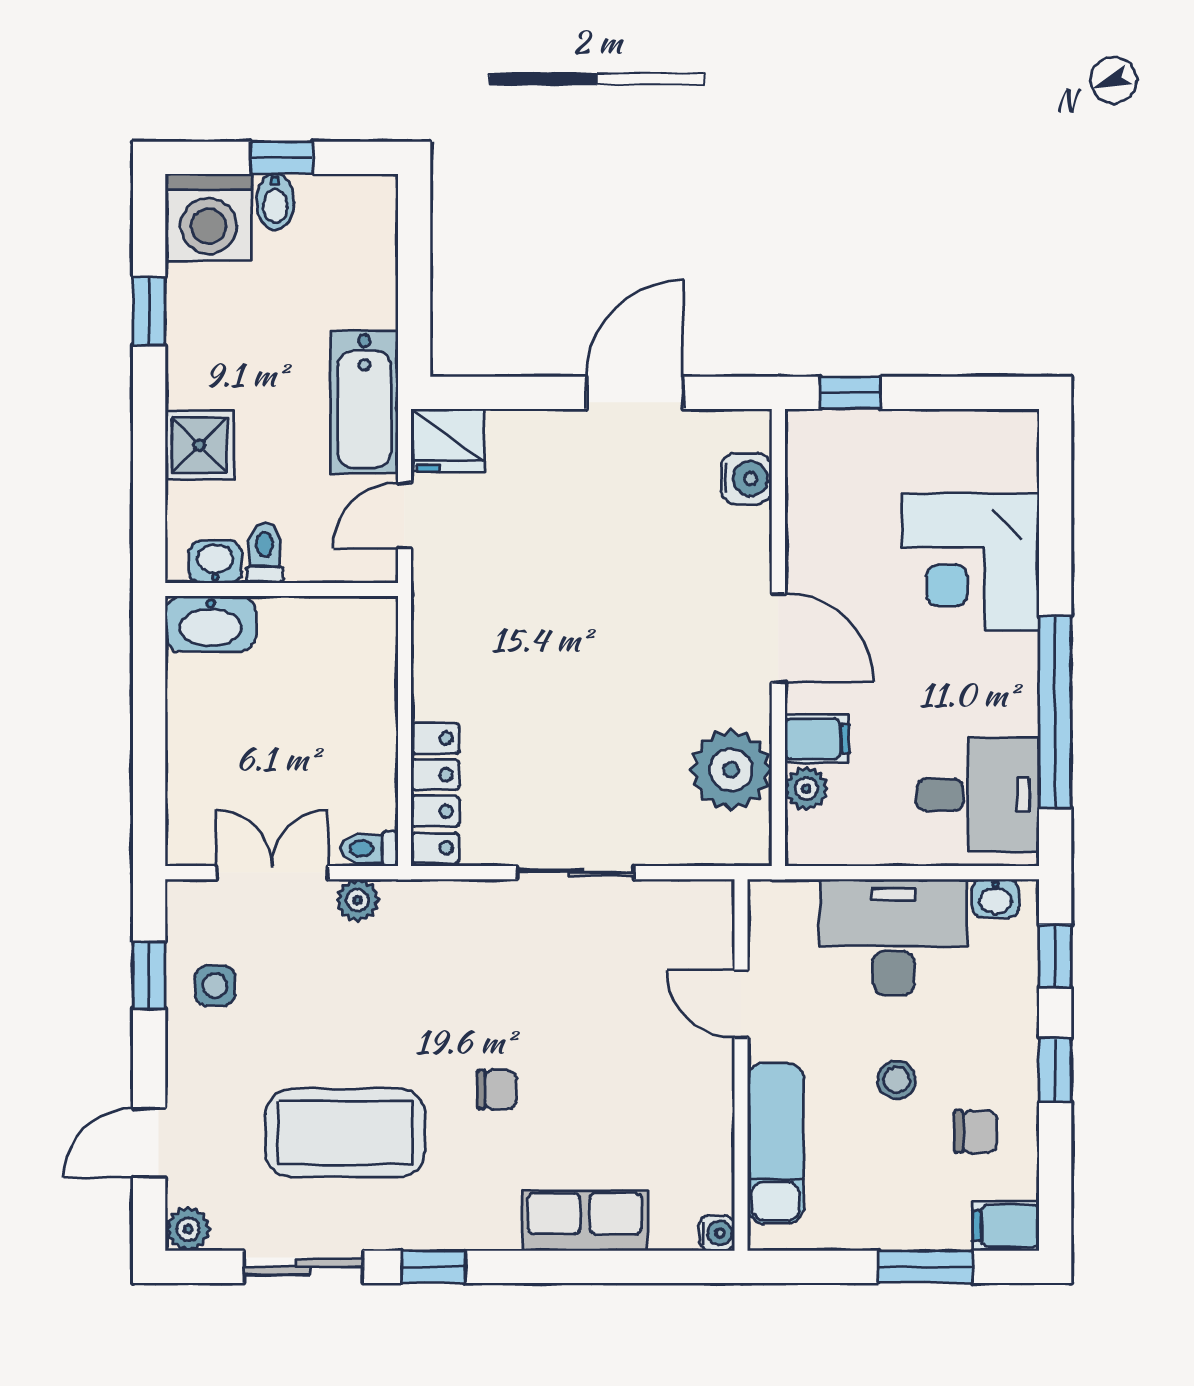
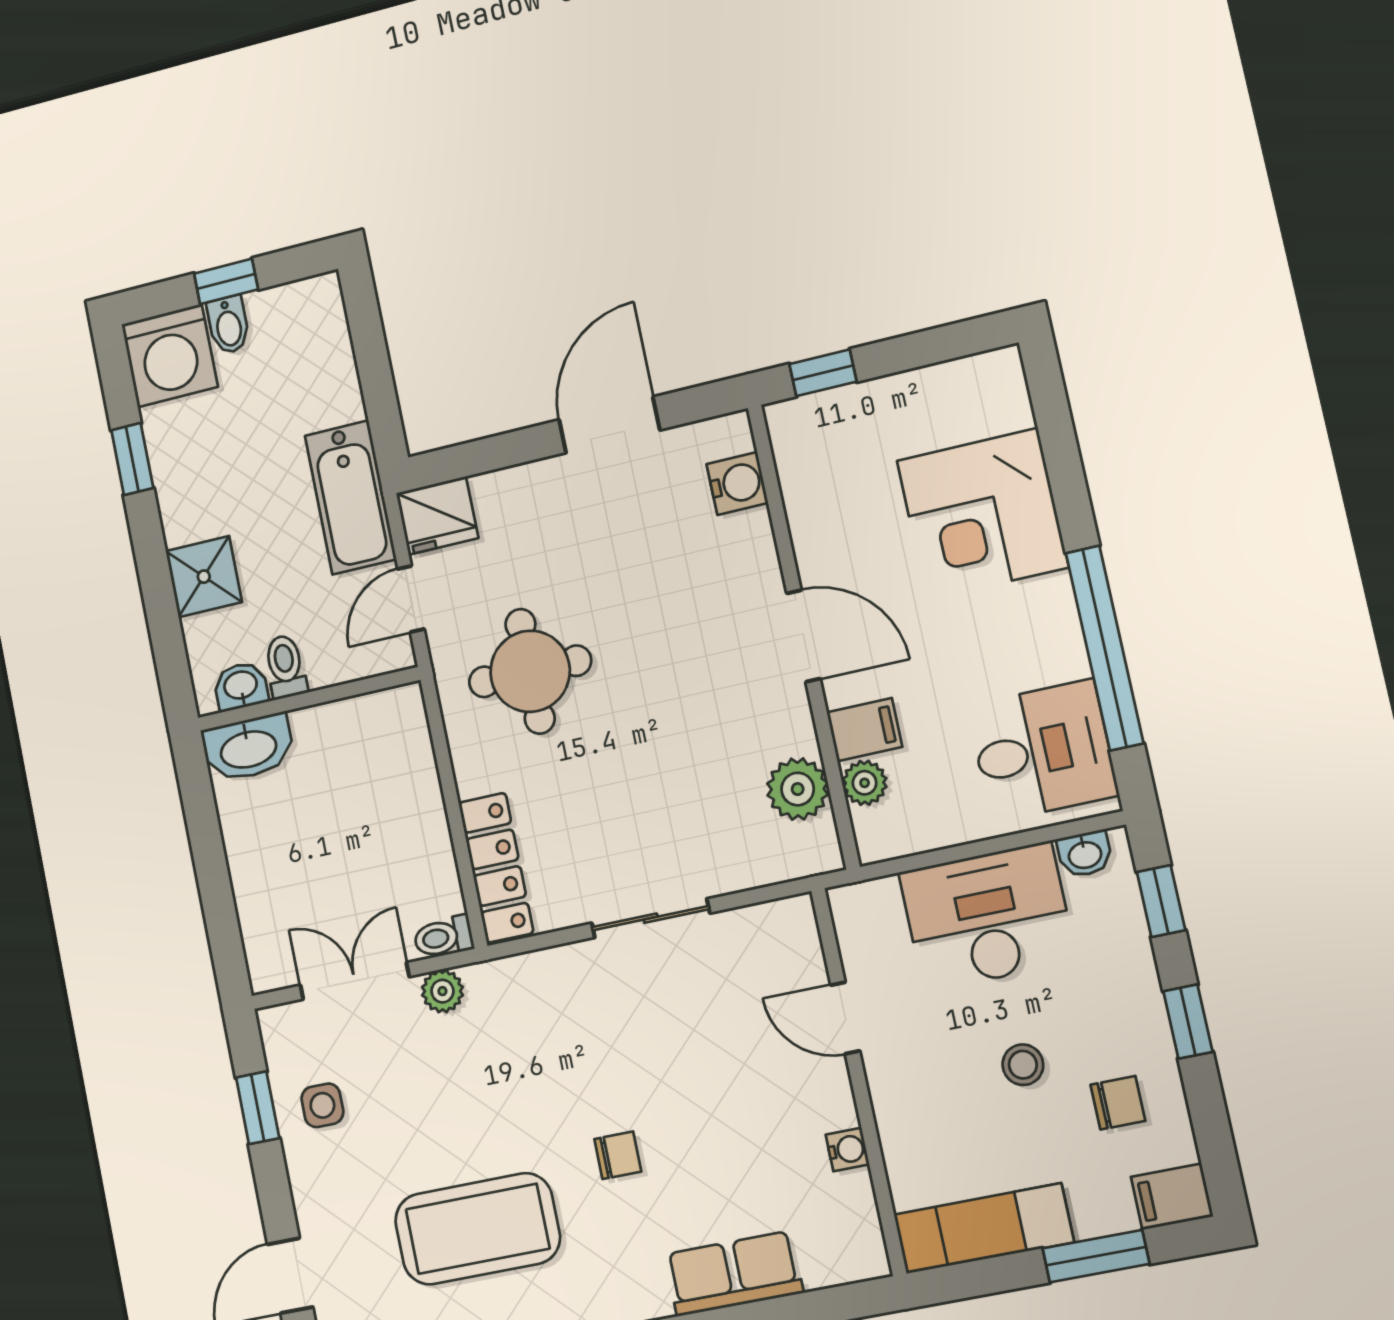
round table: (508, 612) -> (530, 671), added
plant: (731, 770) -> (798, 789), width x0.73, depth x0.73
exam couch: (776, 1143) -> (984, 1229), moved, turned -90
water cooler: (717, 1233) -> (847, 1150), moved

